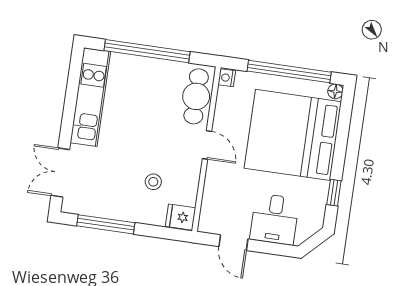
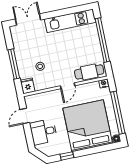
window: (106, 224) -> (14, 64), moved

